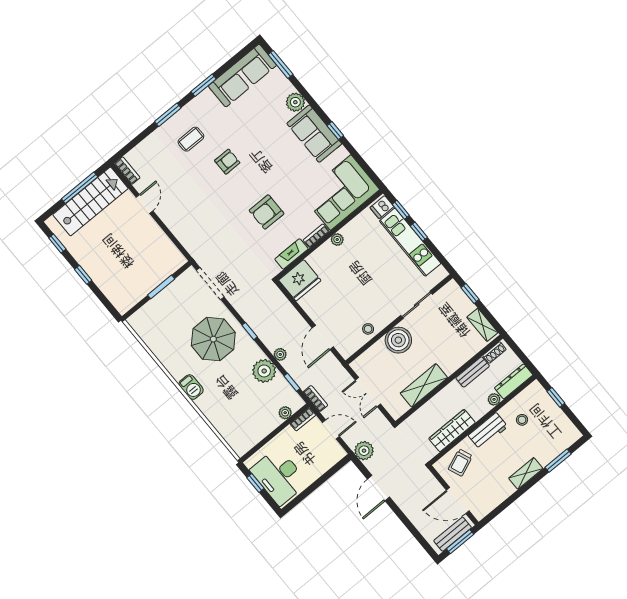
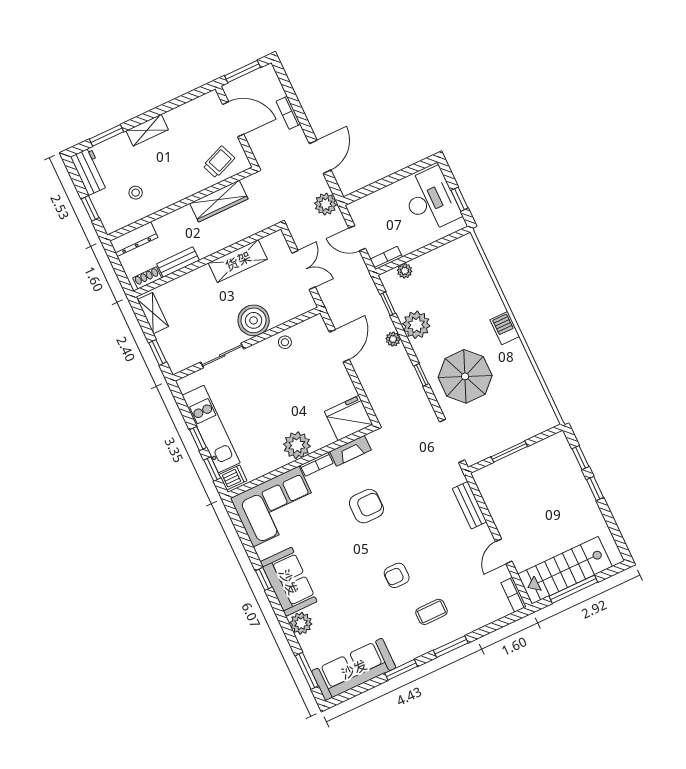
plant: (337, 240) -> (297, 445), width x1.88, depth x1.88
window: (57, 244) -> (581, 458), moved
bookcase: (315, 399) -> (288, 113), moved
plant: (494, 399) -> (162, 224), removed
workbench: (488, 431) -> (89, 171), moved, turned 90
bench: (453, 534) -> (470, 505), moved, turned 90

